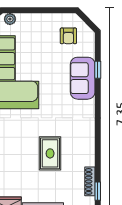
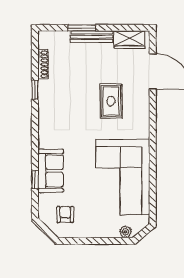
rug: (50, 153) -> (111, 101), moved
window: (98, 191) -> (35, 90), moved

